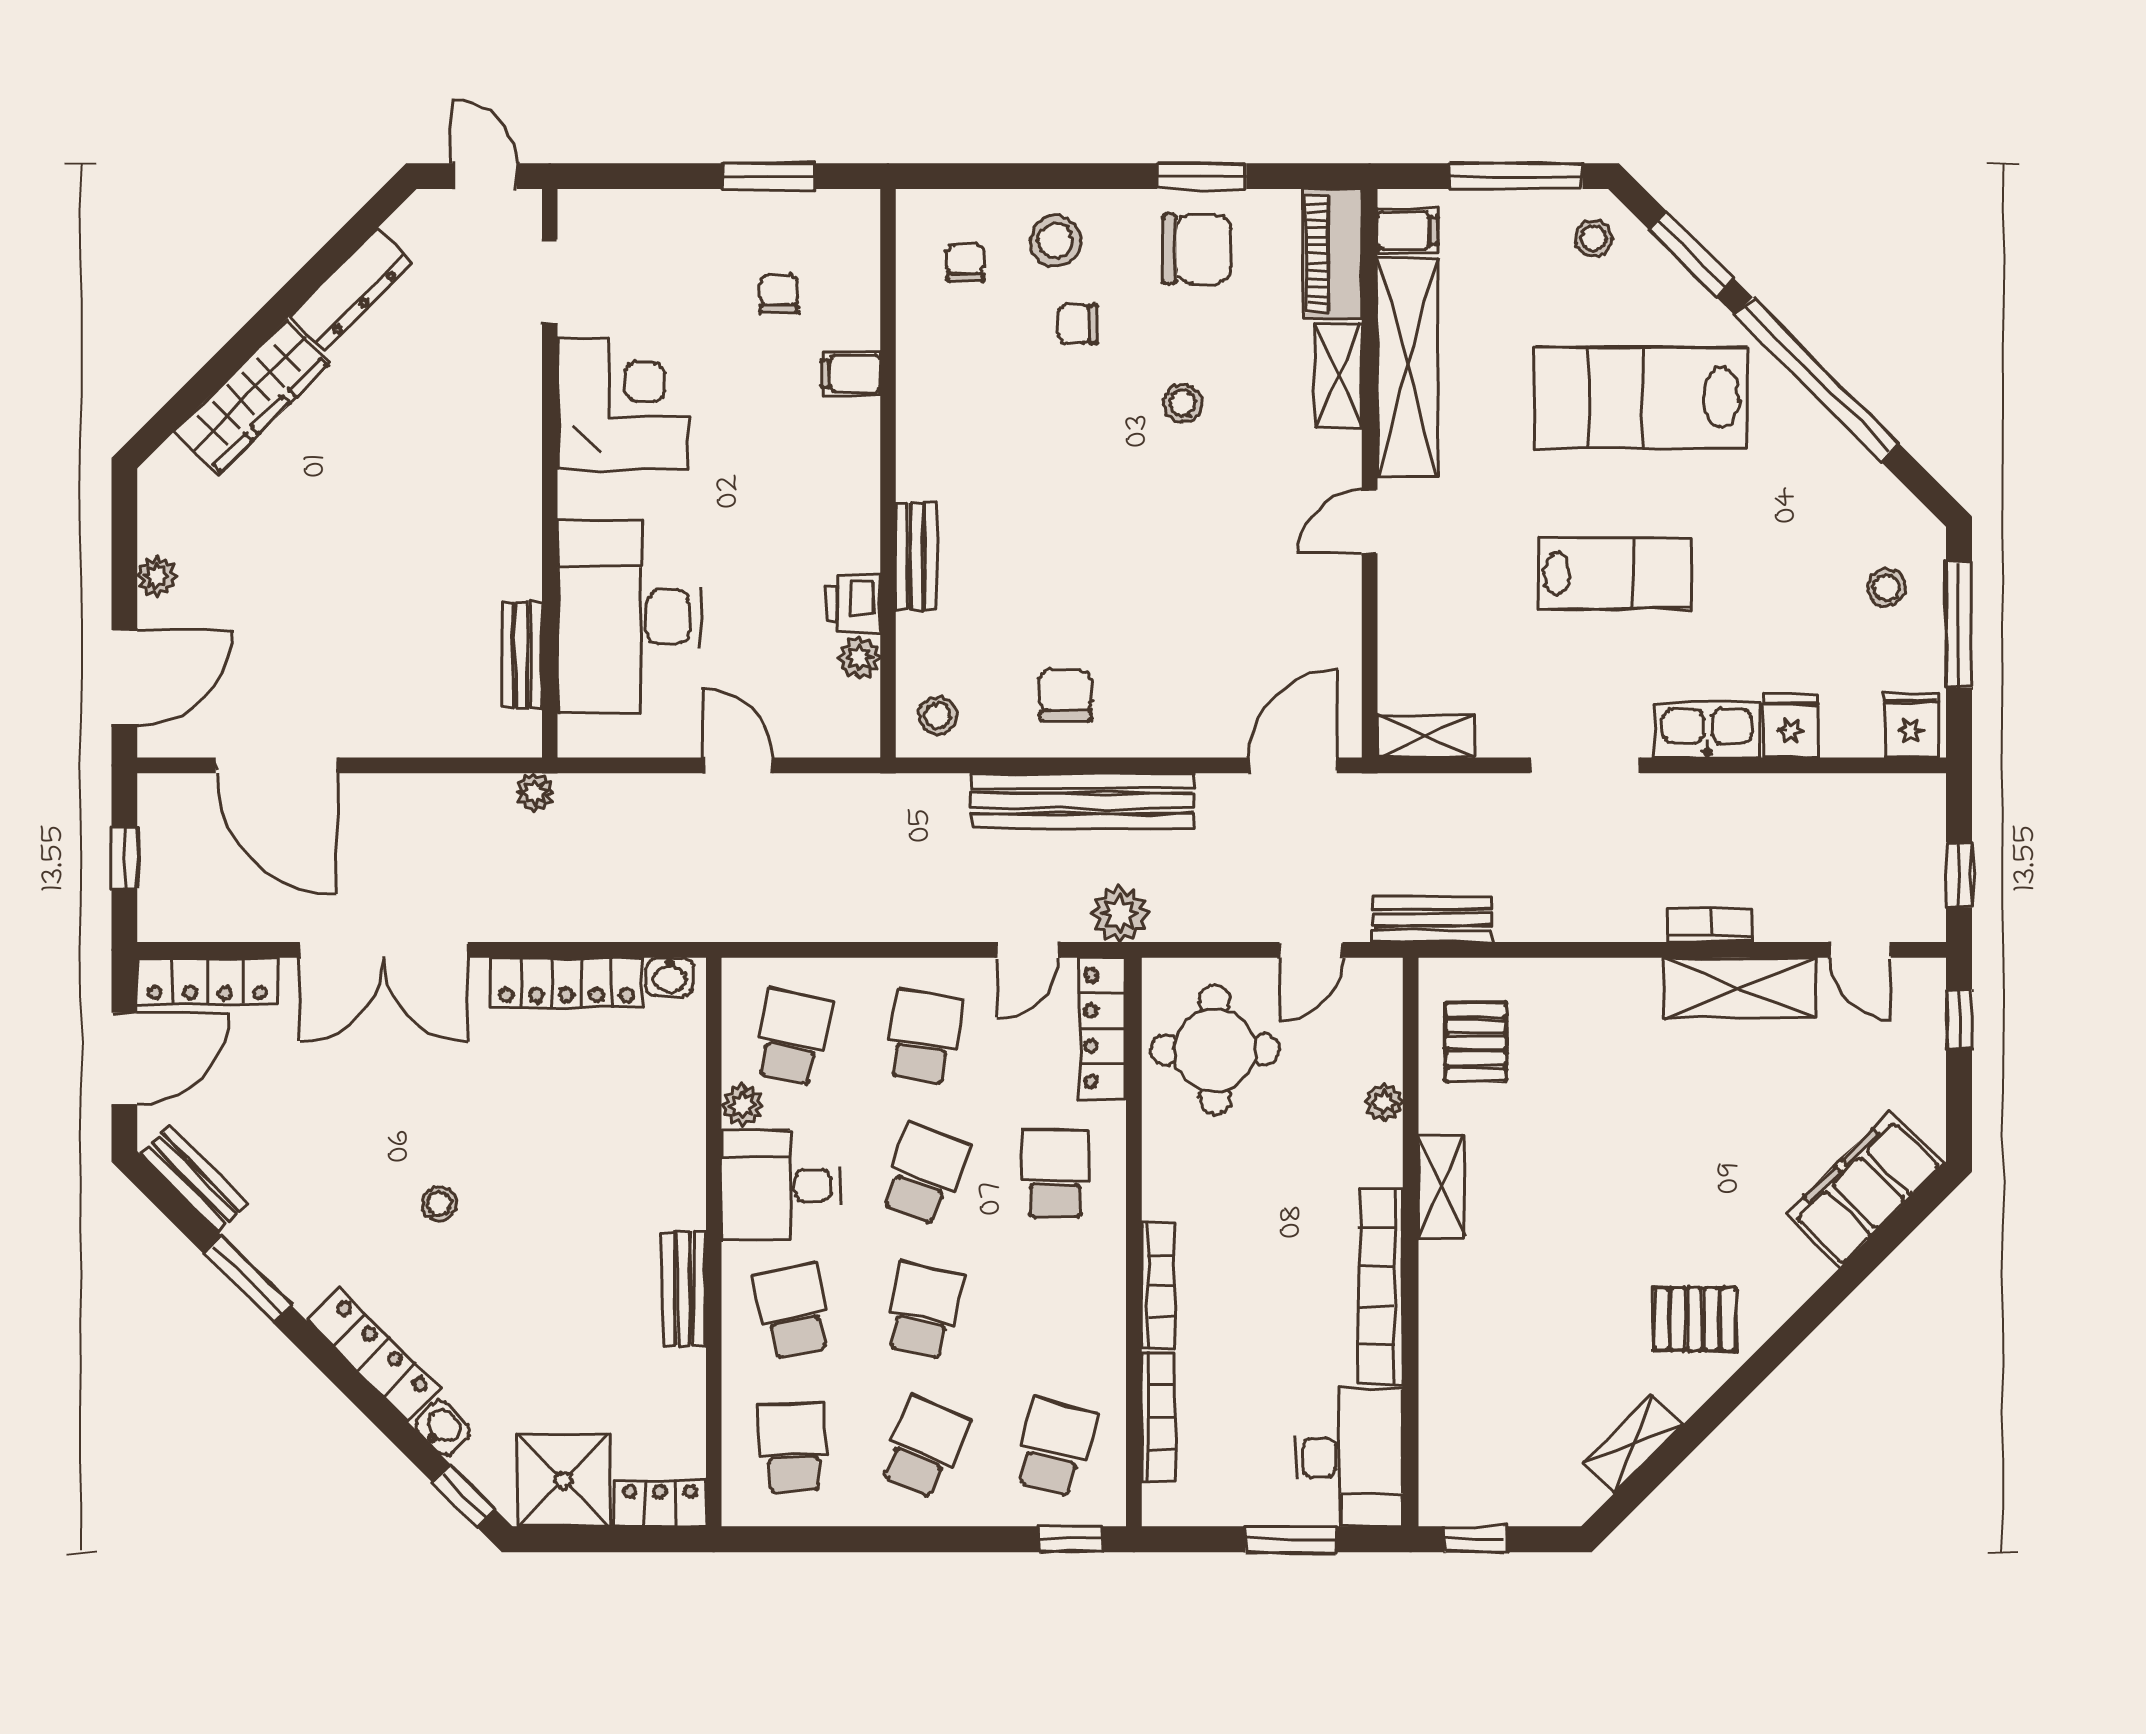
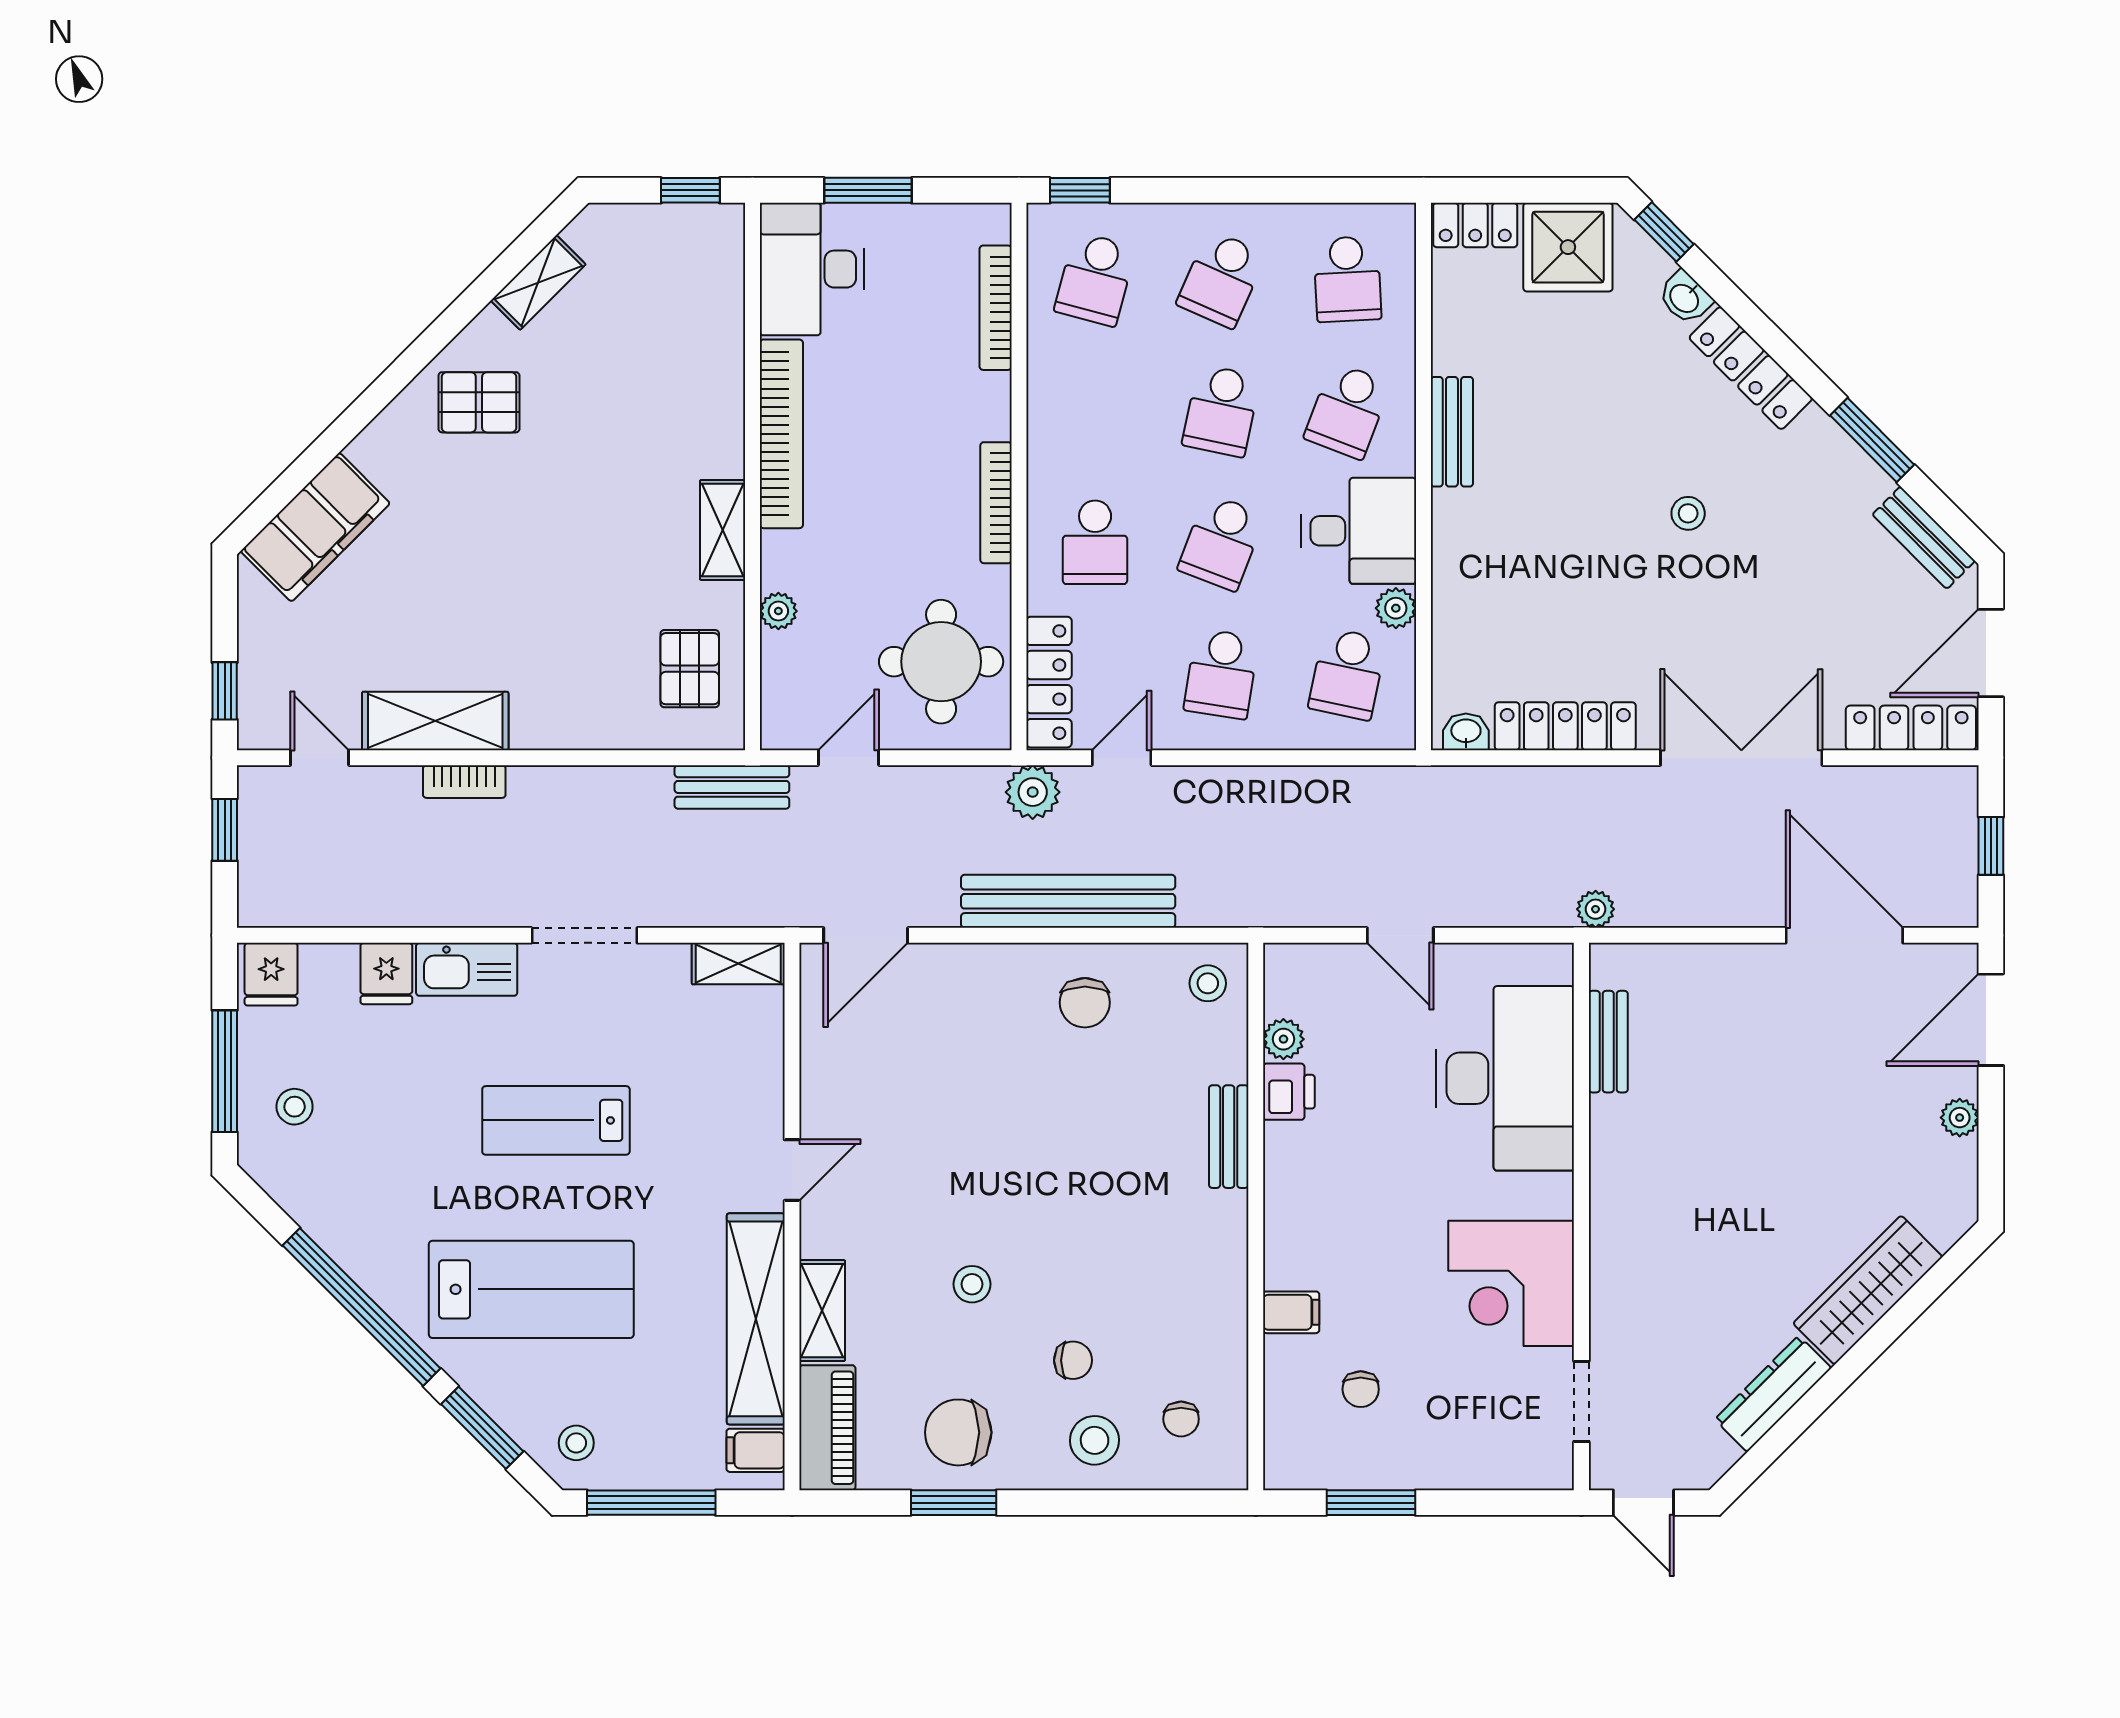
bookcase: (1158, 1285) -> (996, 503), moved
school desk: (793, 1310) -> (1347, 411), turned 33

